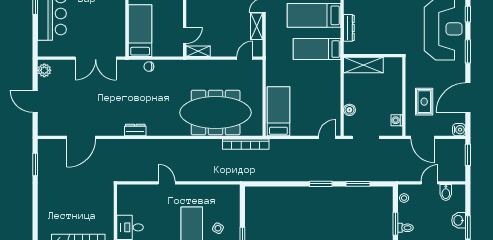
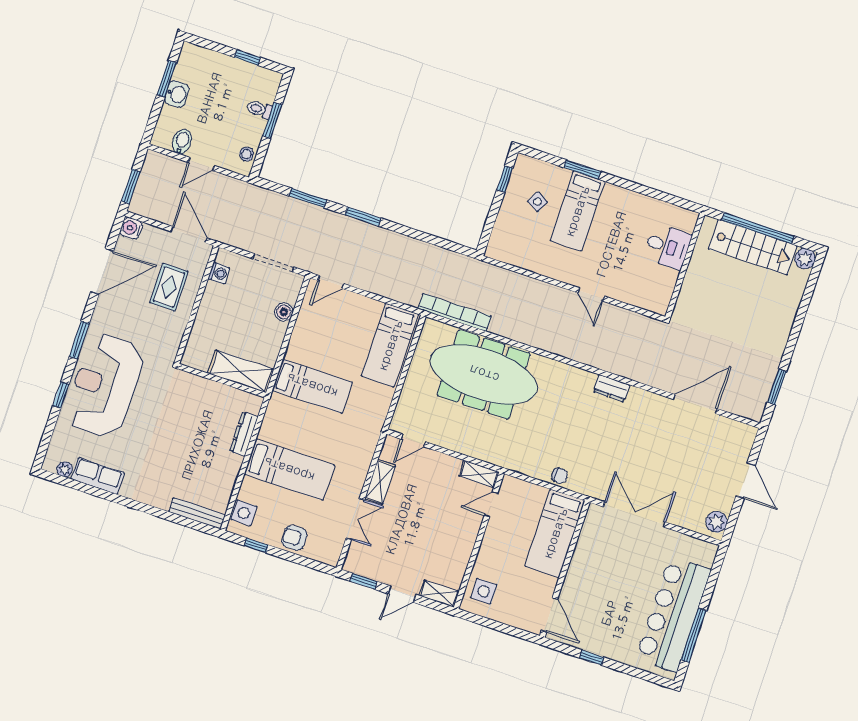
bed: (317, 49) -> (312, 386), moved

